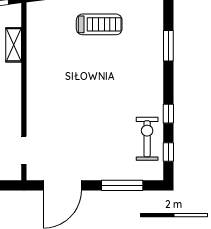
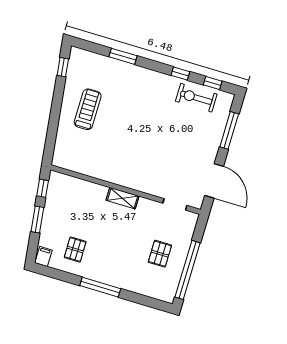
shelving: (14, 45) -> (123, 198), moved

